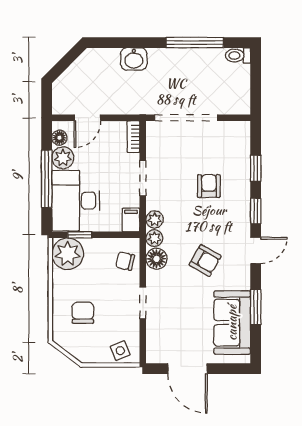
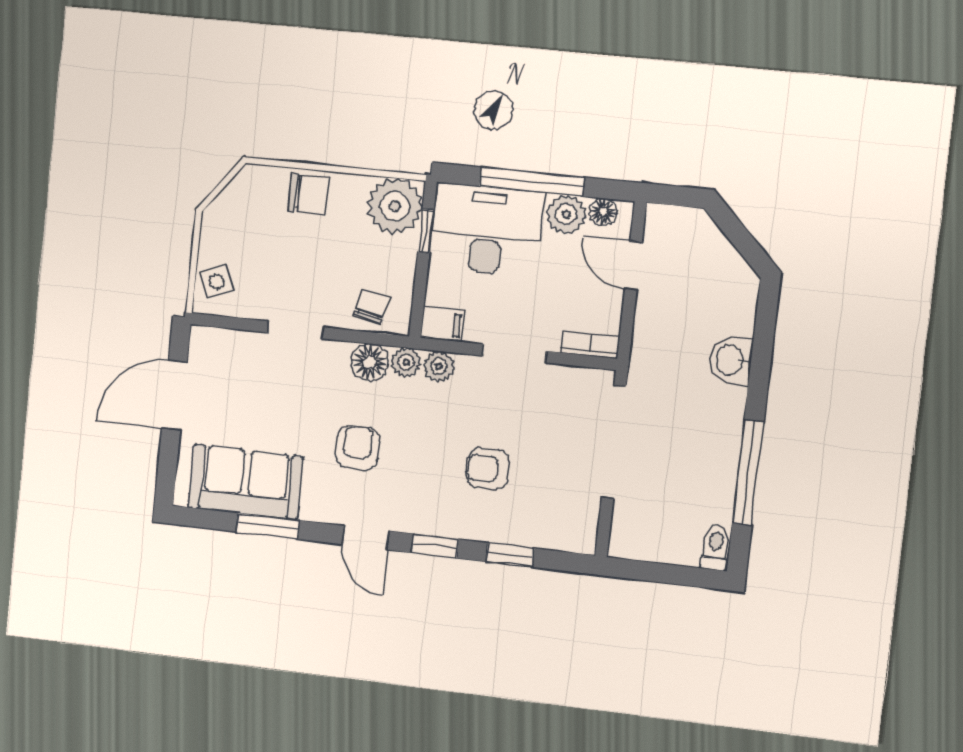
armchair: (209, 186) -> (488, 469), turned 180
armchair: (205, 260) -> (358, 447), turned 150
chair: (83, 313) -> (309, 194), moved

